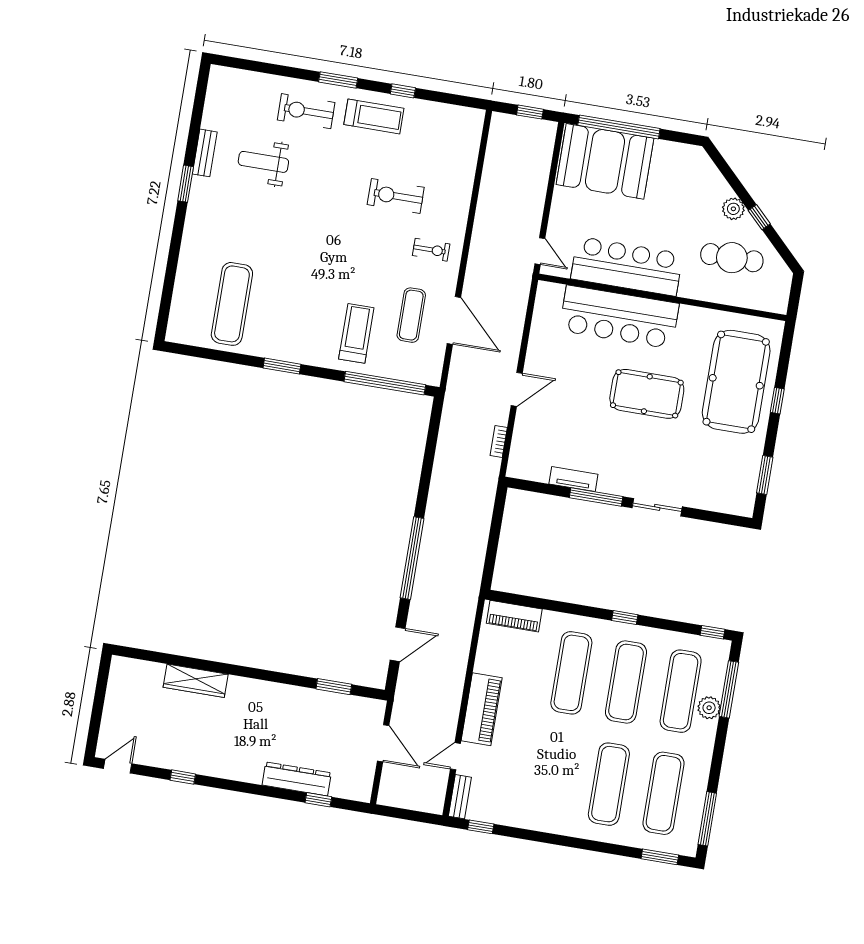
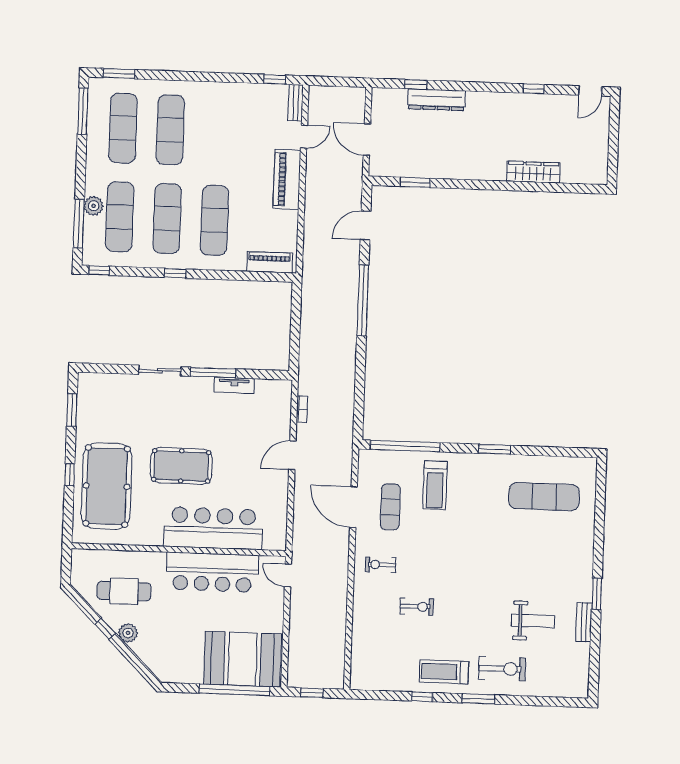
exercise bike: (396, 196) -> (417, 607), width x0.73, depth x0.72
exercise mat: (232, 304) -> (544, 497), turned 90

